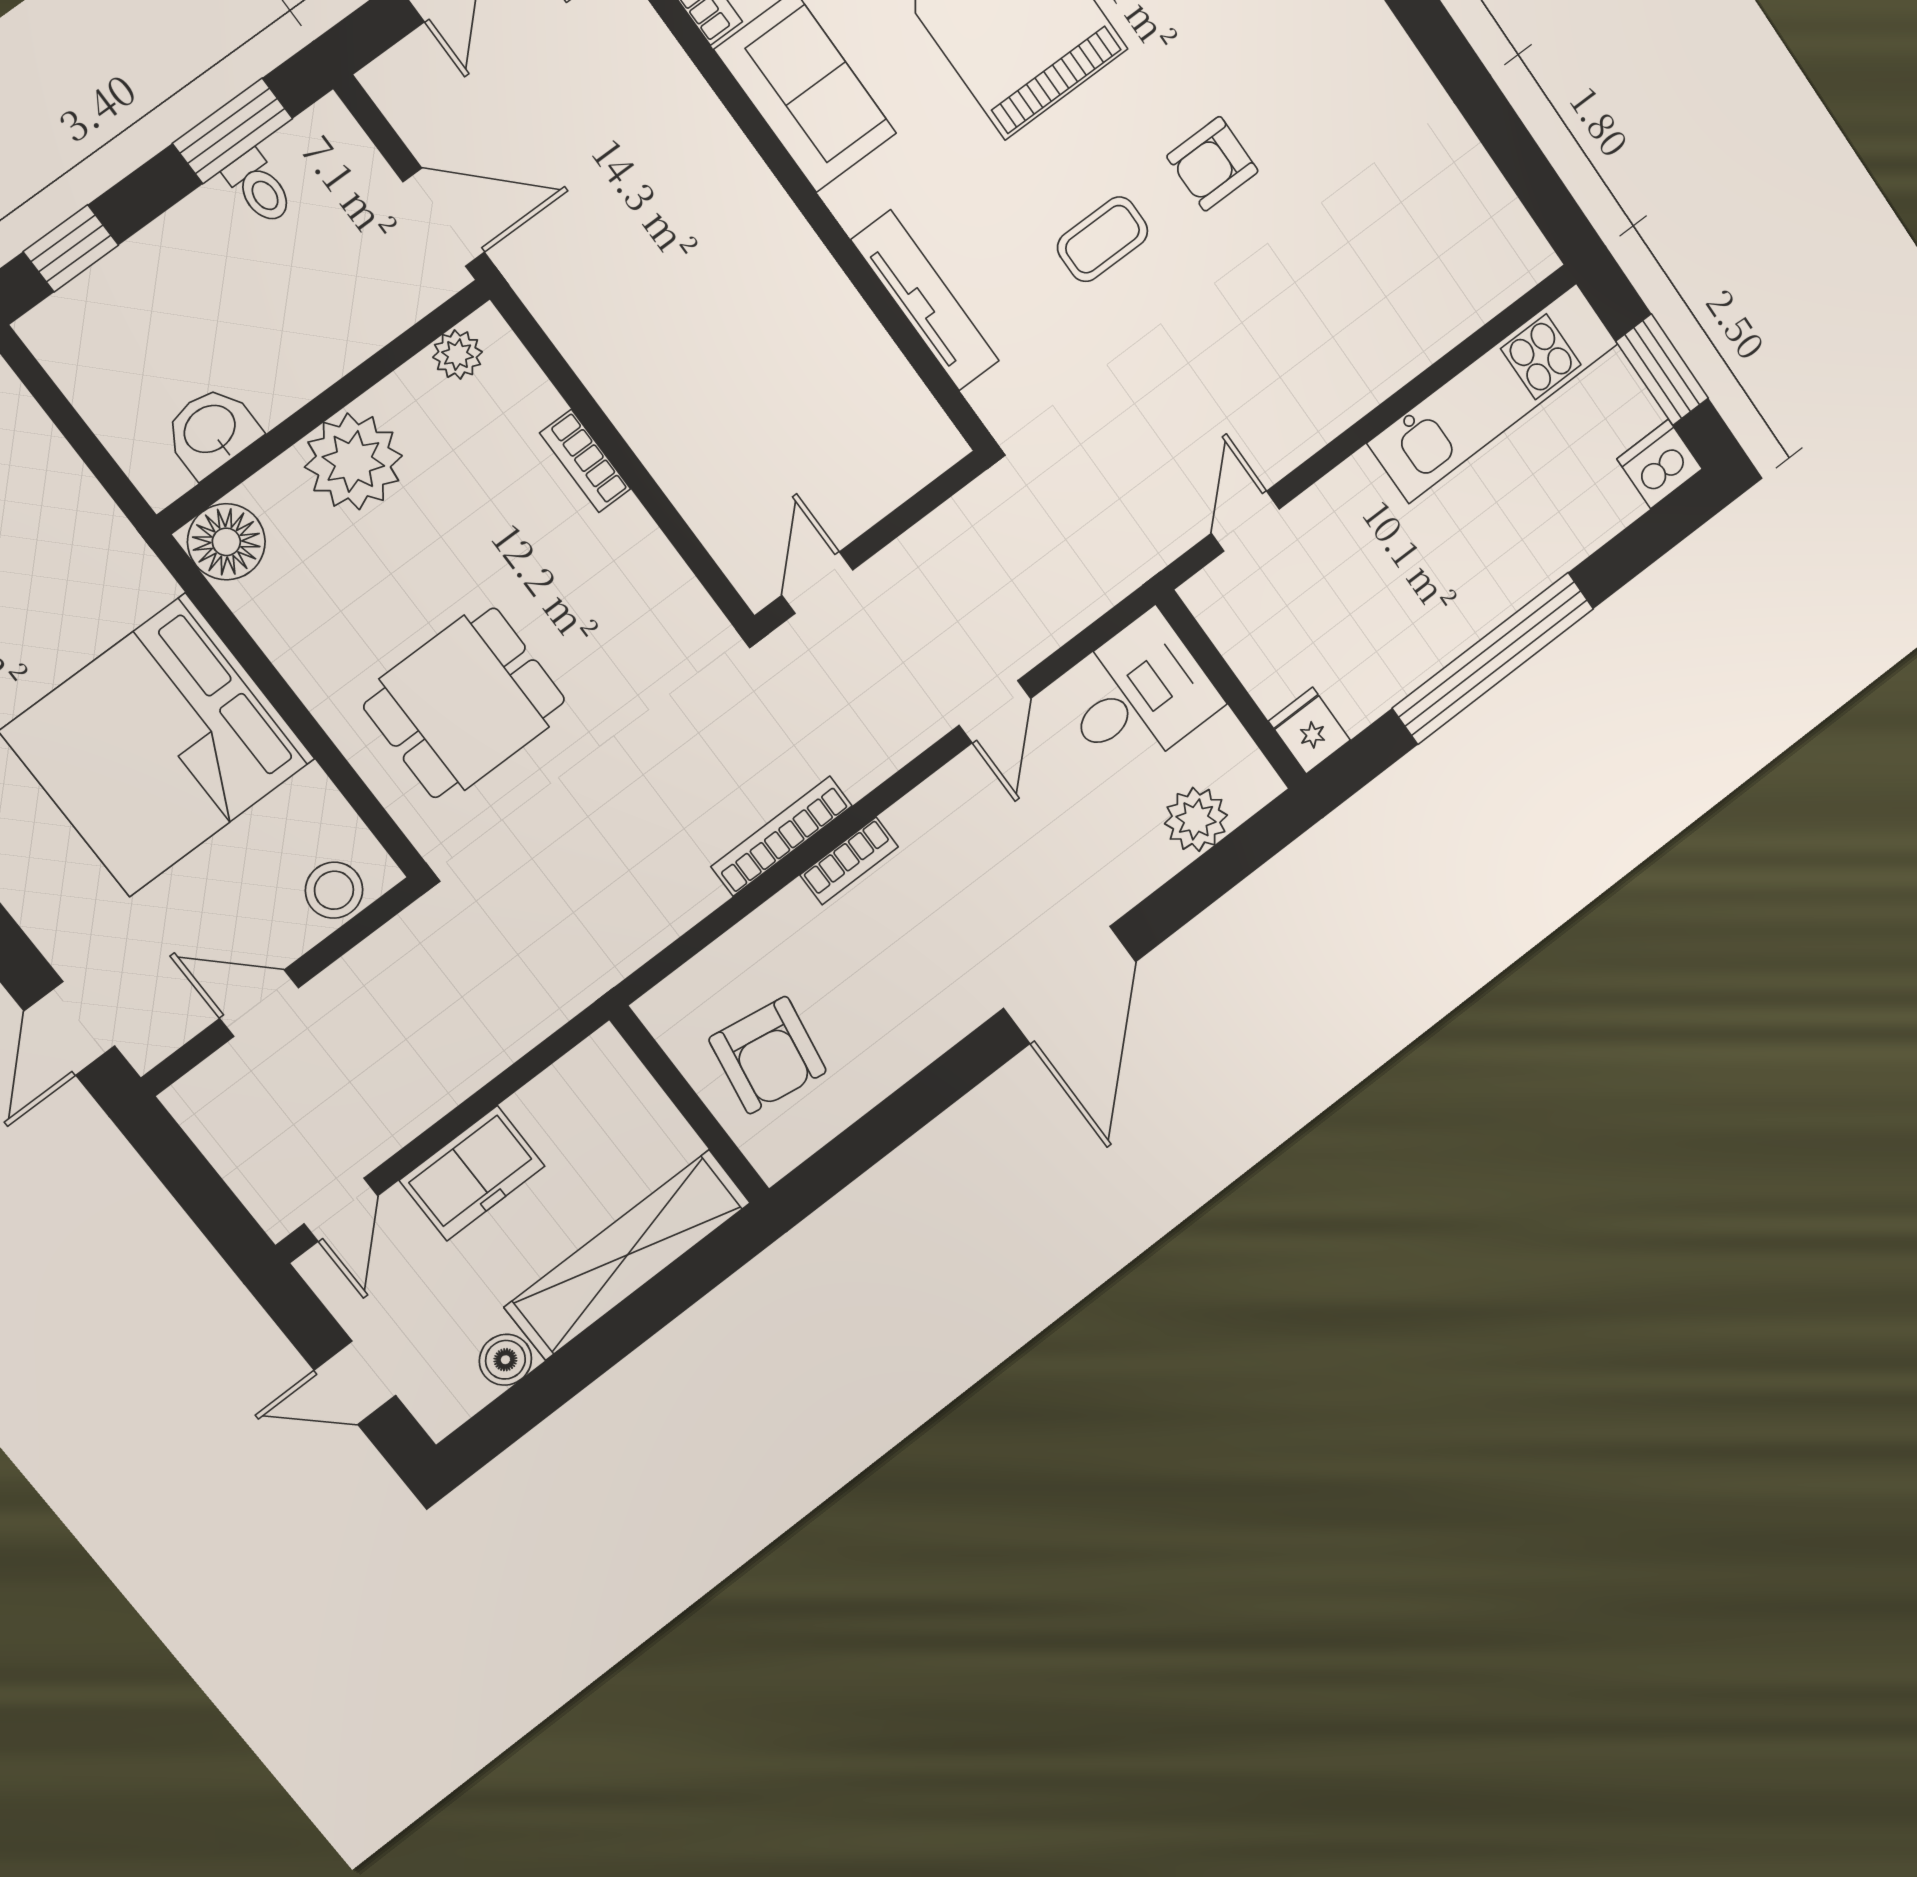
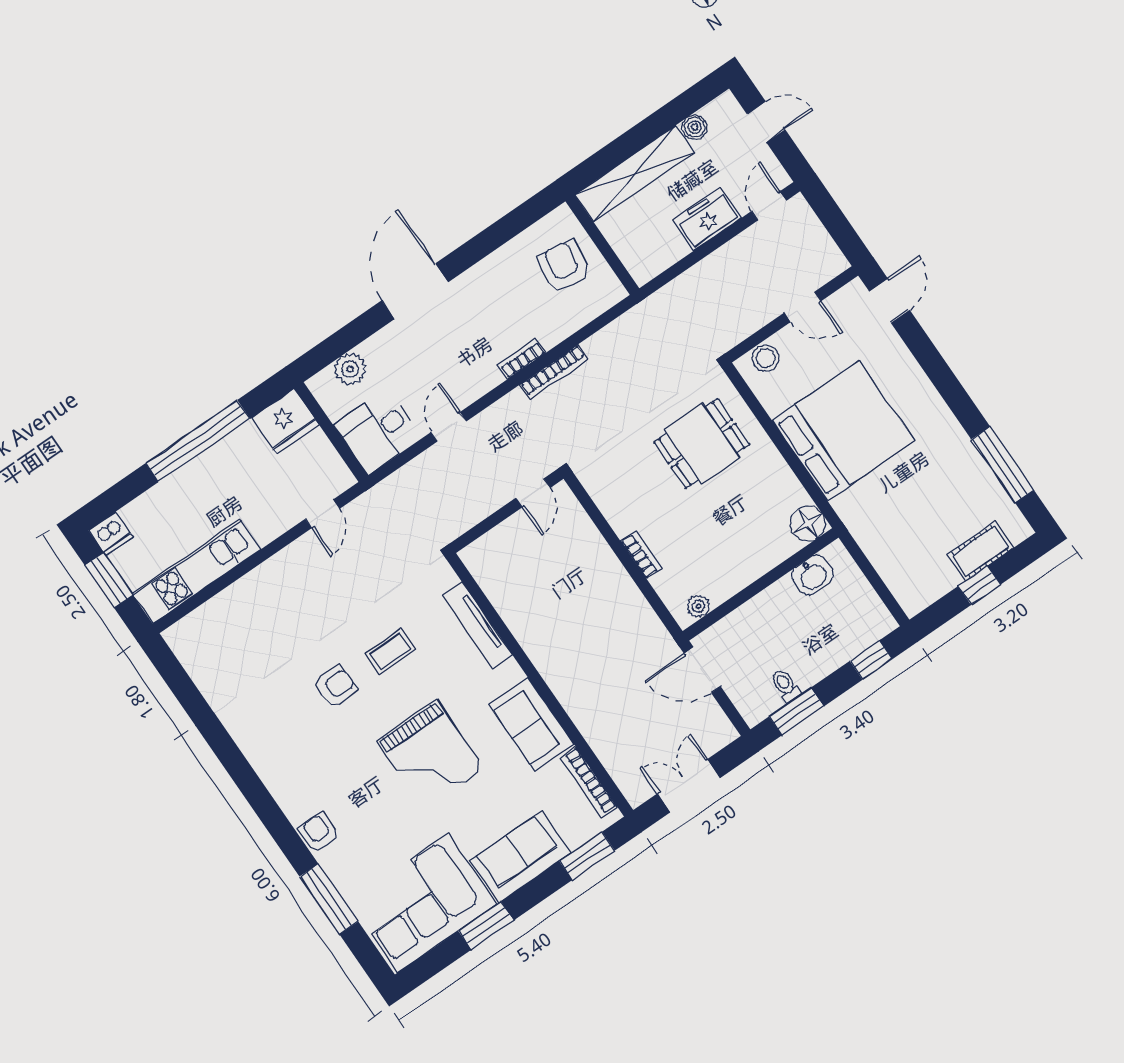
plant: (353, 461) -> (748, 558), removed
fridge: (1309, 731) -> (285, 421), width x1.88, depth x1.34

